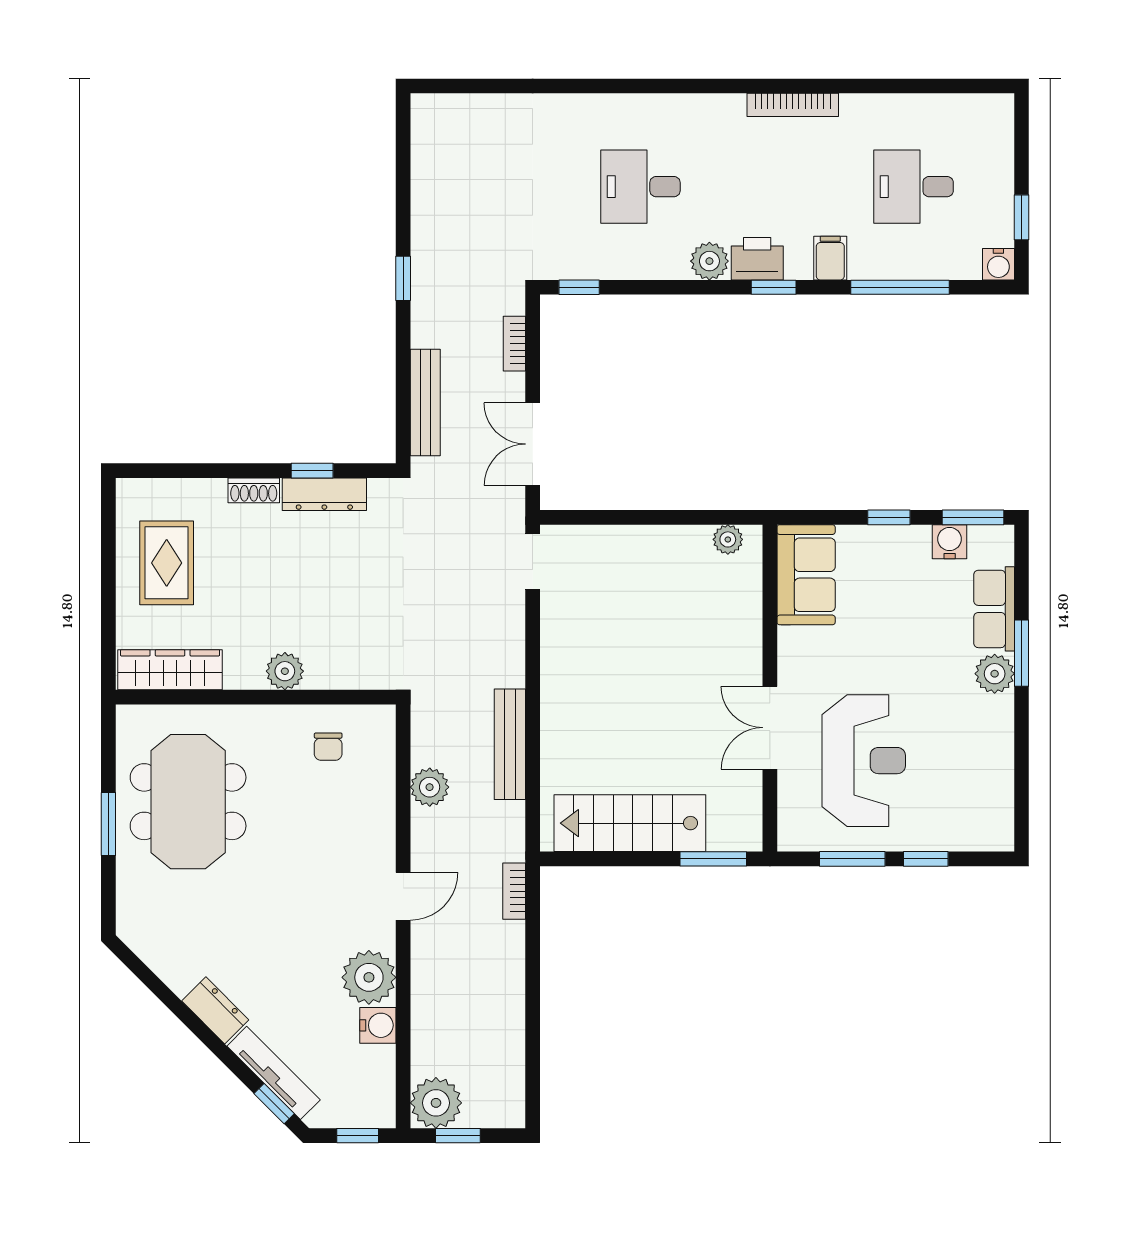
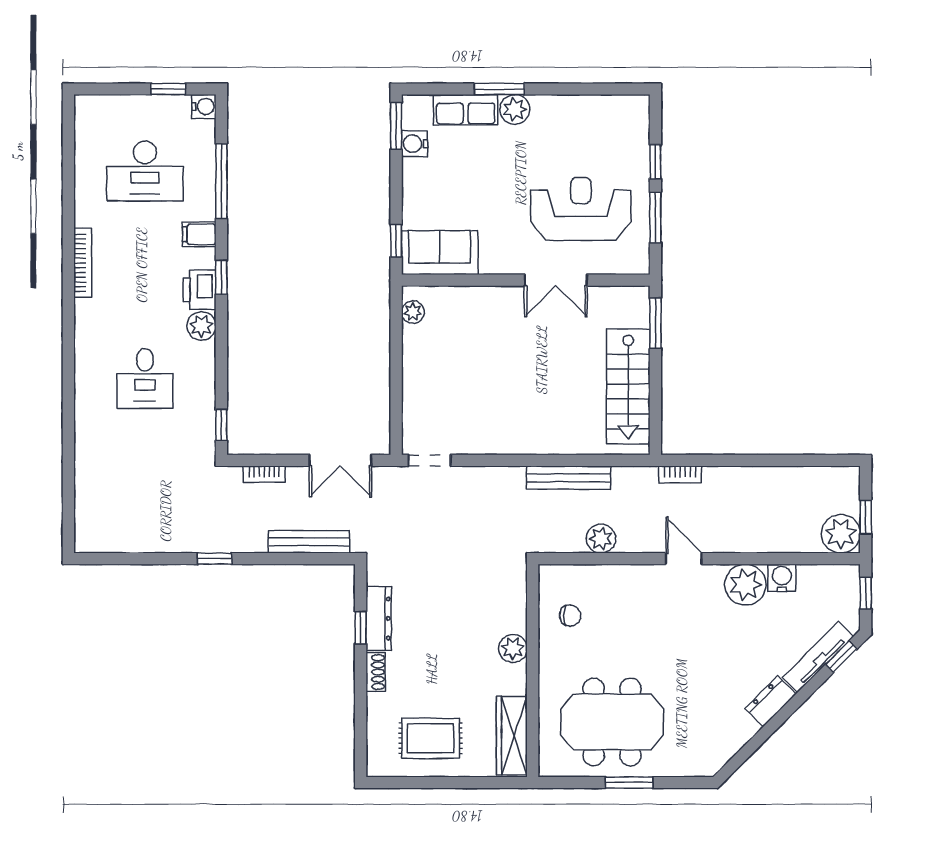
desk: (914, 187) -> (145, 171), width x1.37
window: (889, 517) -> (396, 241), moved

